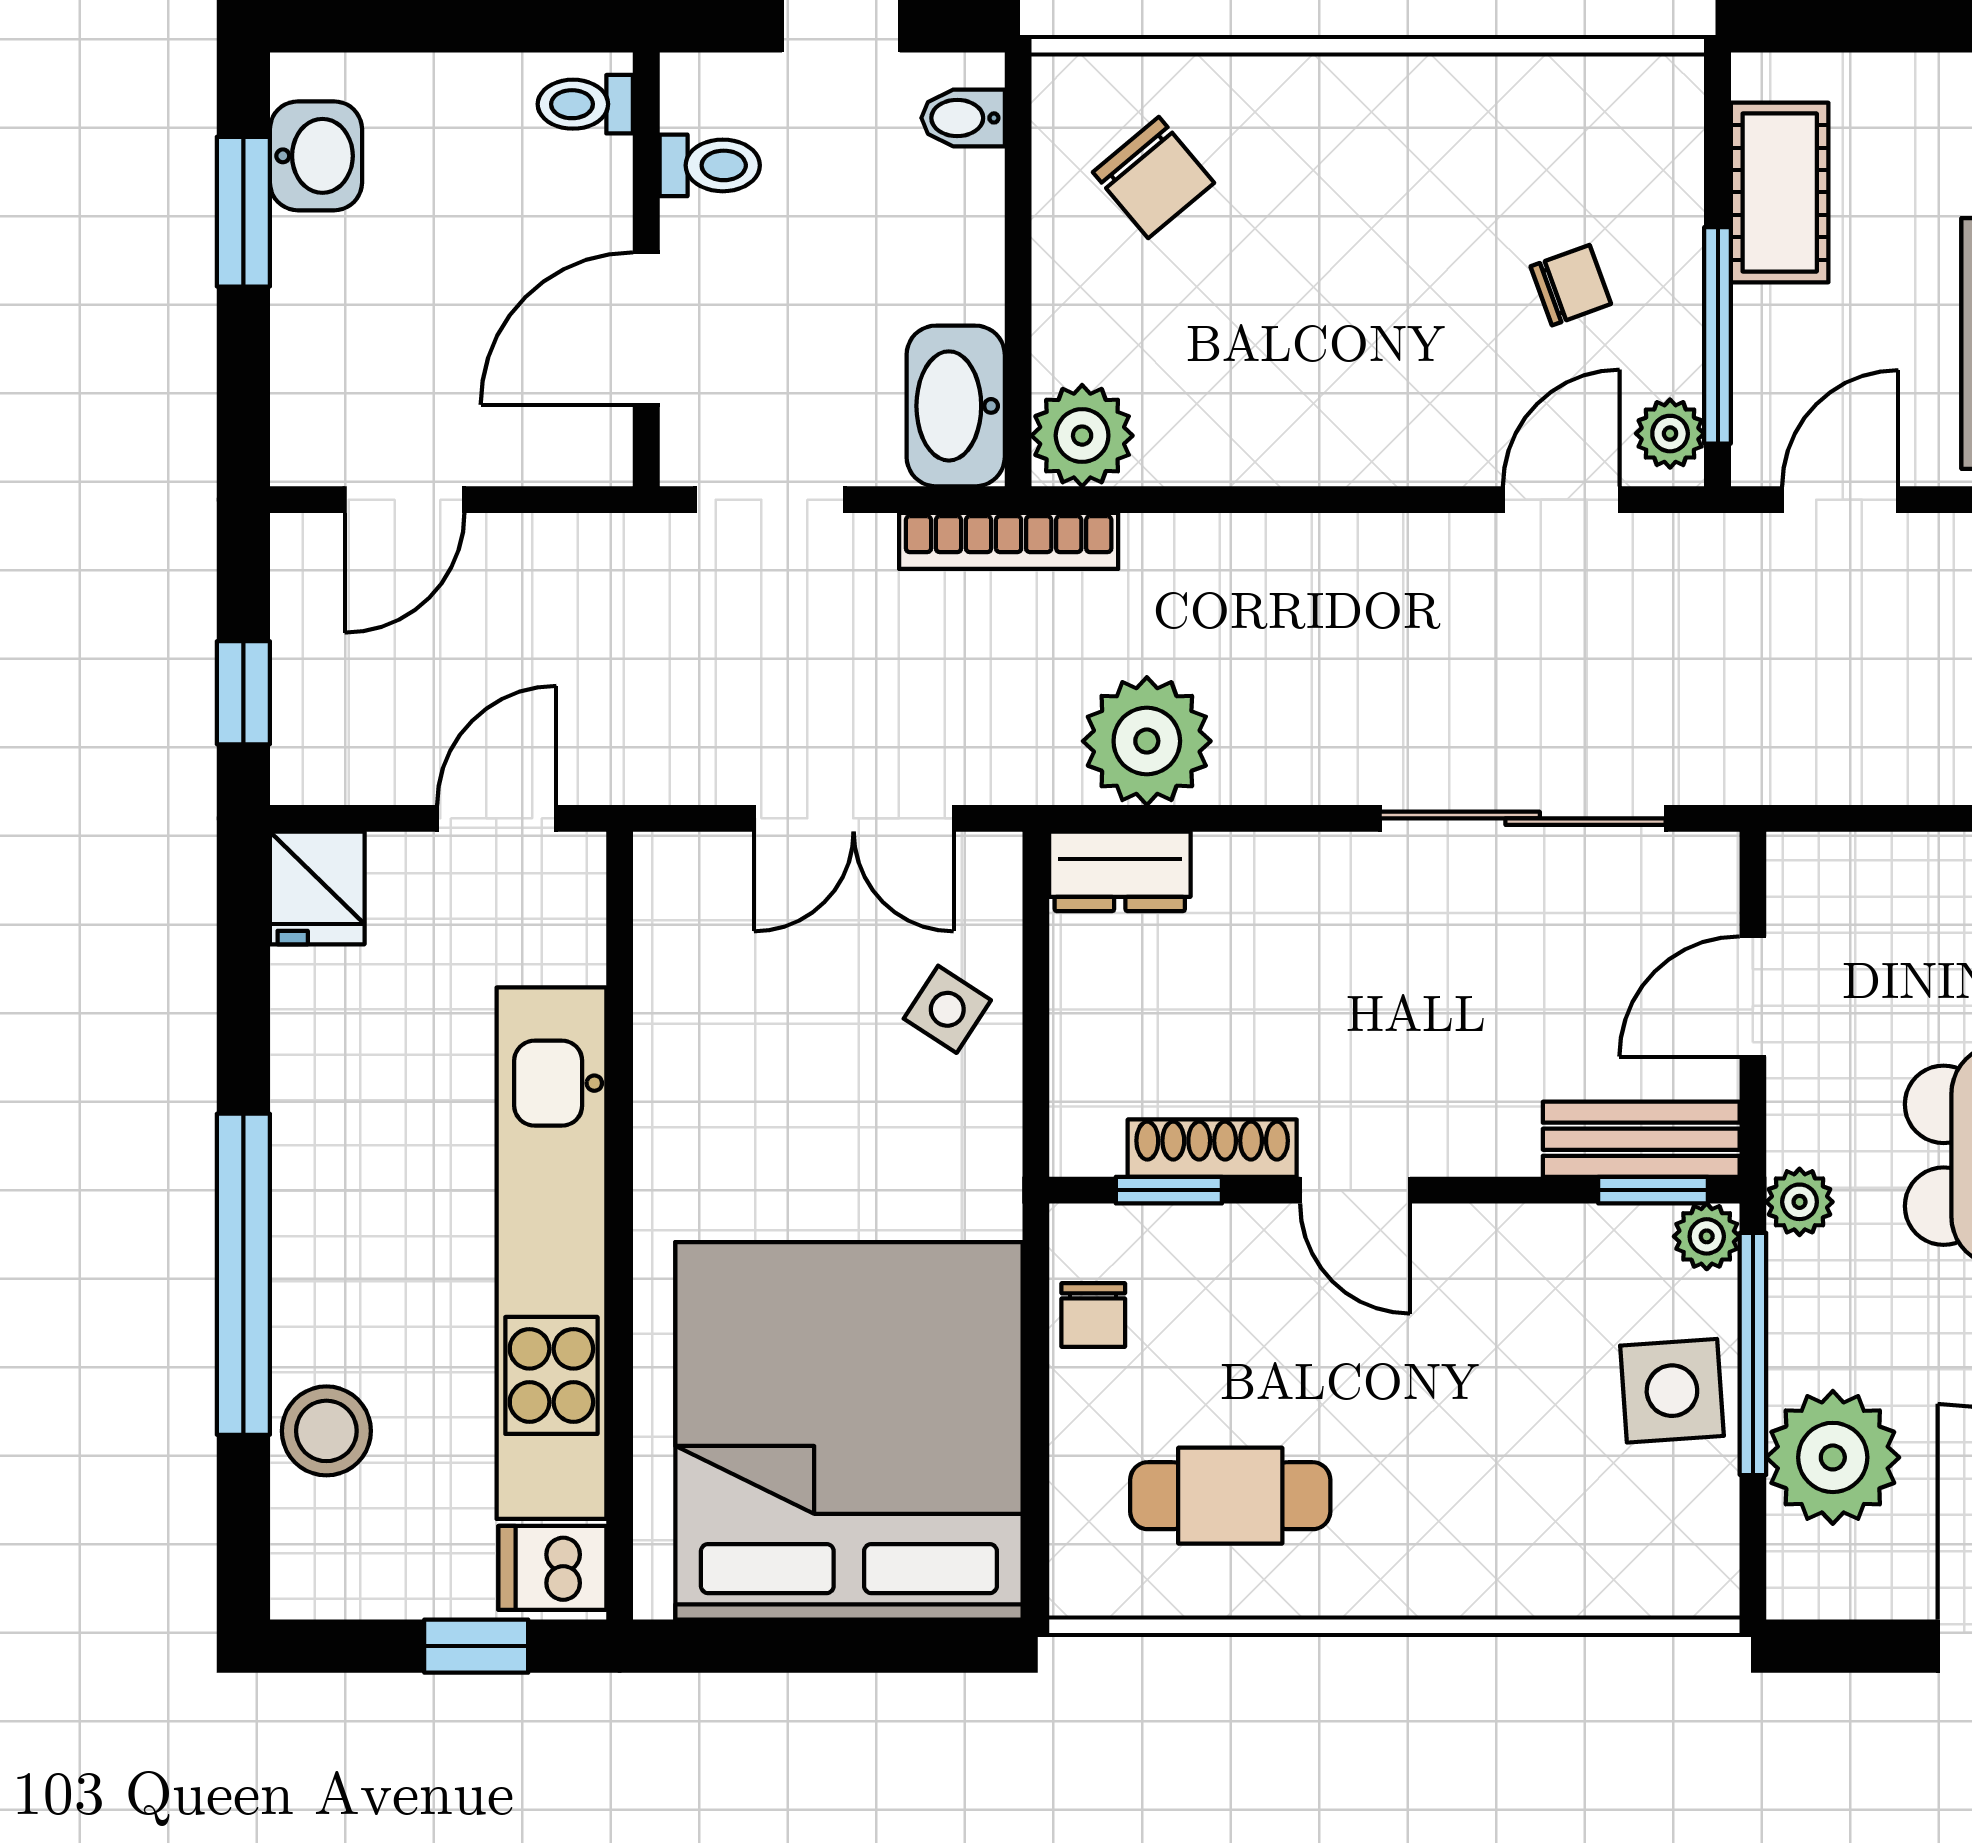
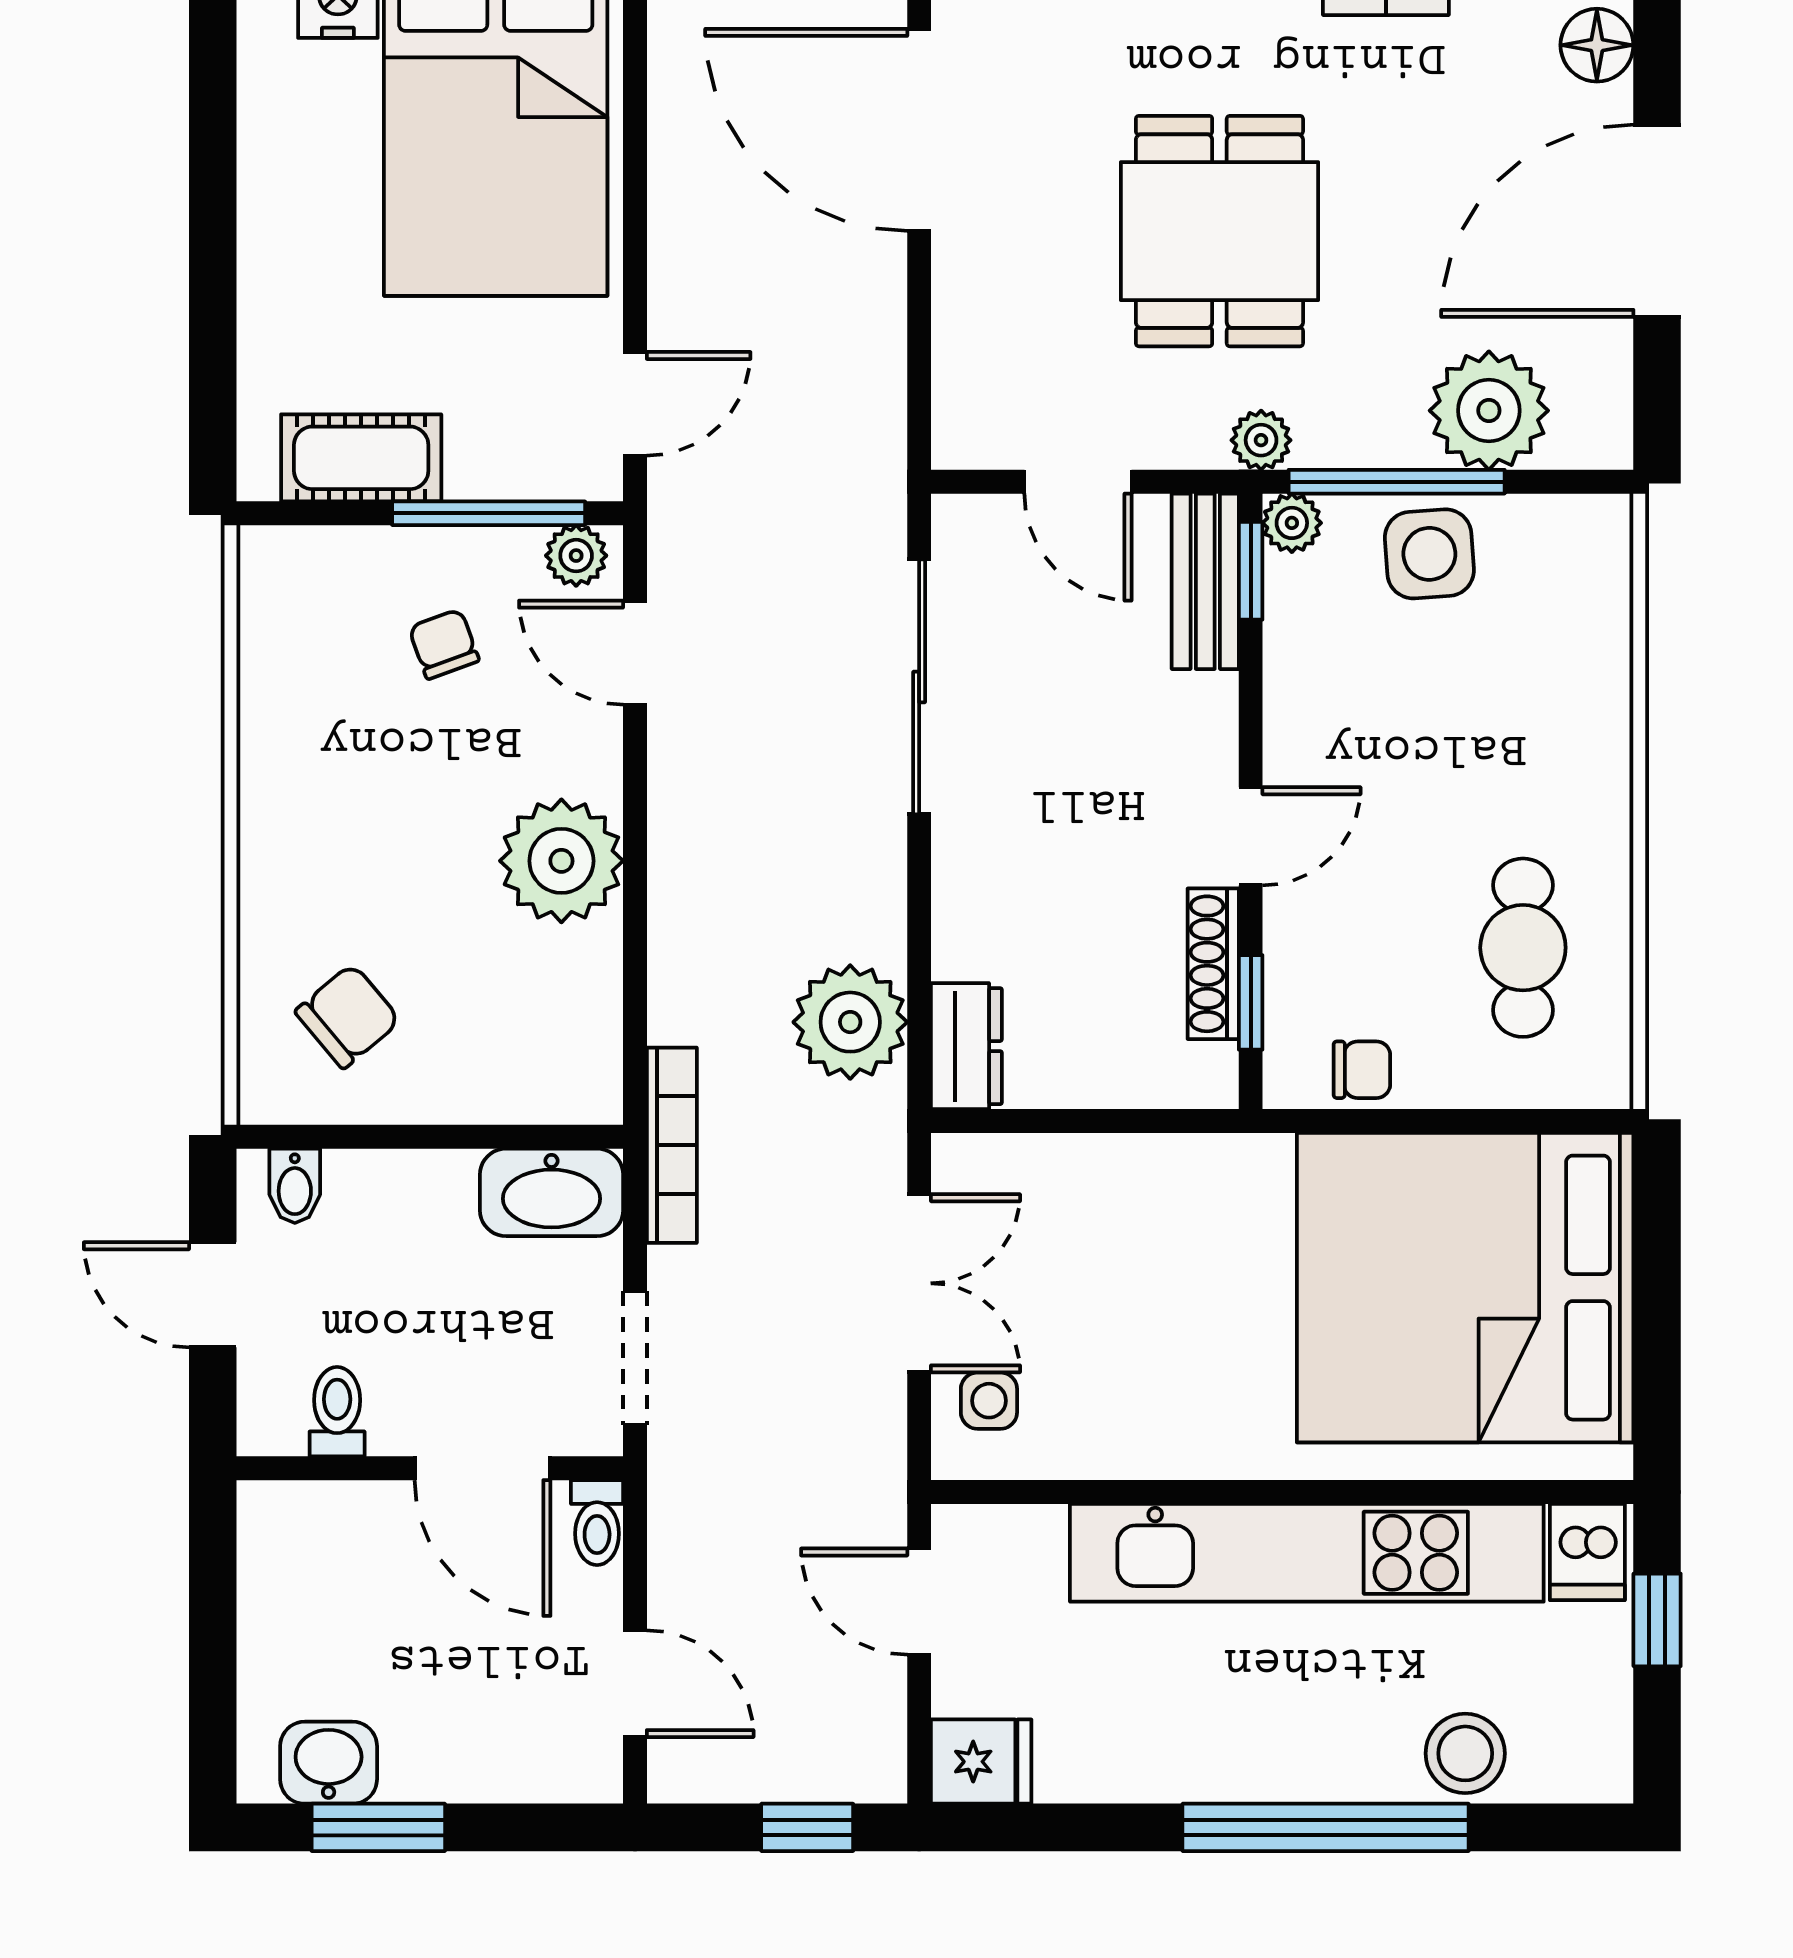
toilet: (585, 104) -> (597, 1523), moved
plant: (1082, 436) -> (561, 861), moved, width x1.36, depth x1.36
door: (1840, 500) -> (635, 404), swing flipped
side table: (947, 1009) -> (989, 1401), moved, turned -33

